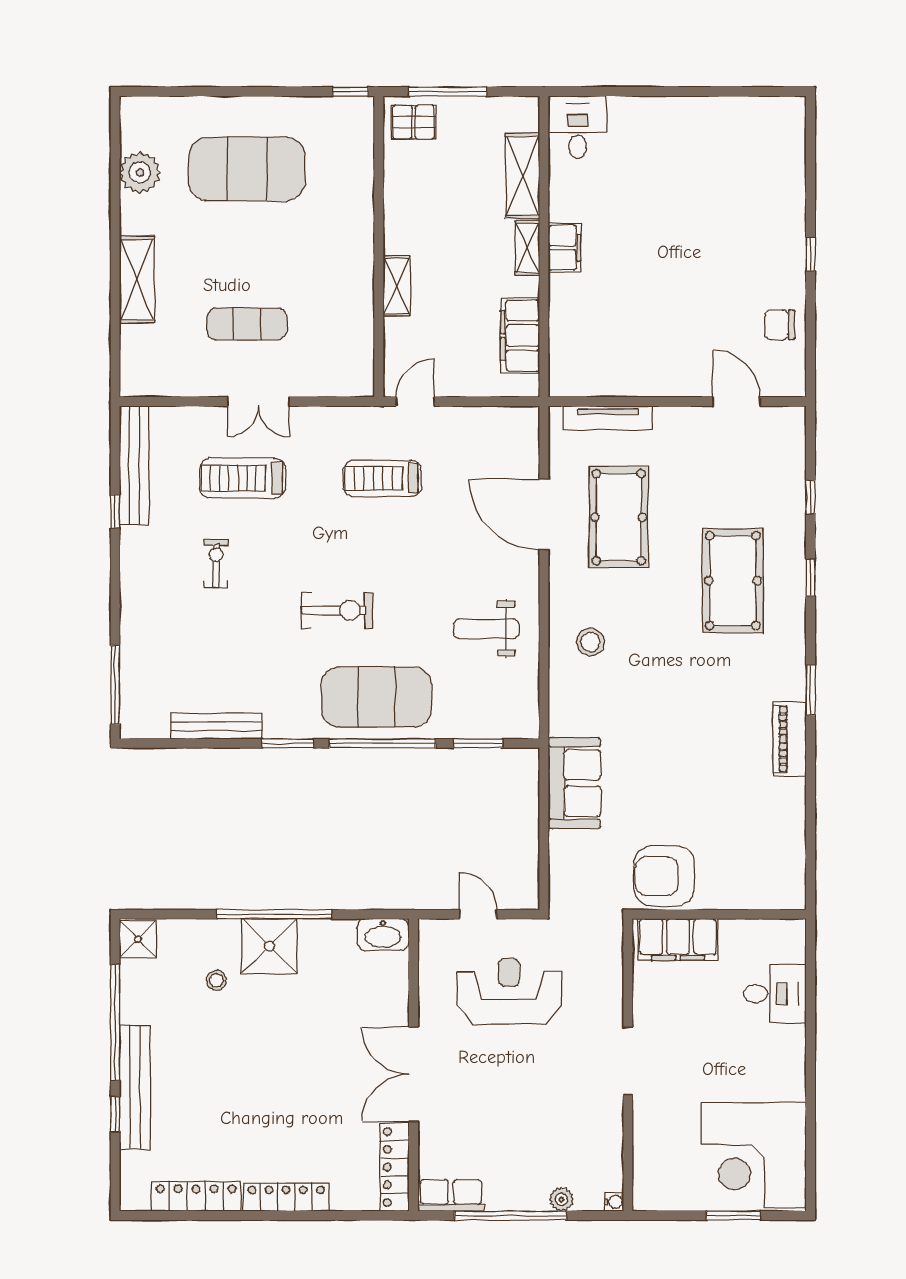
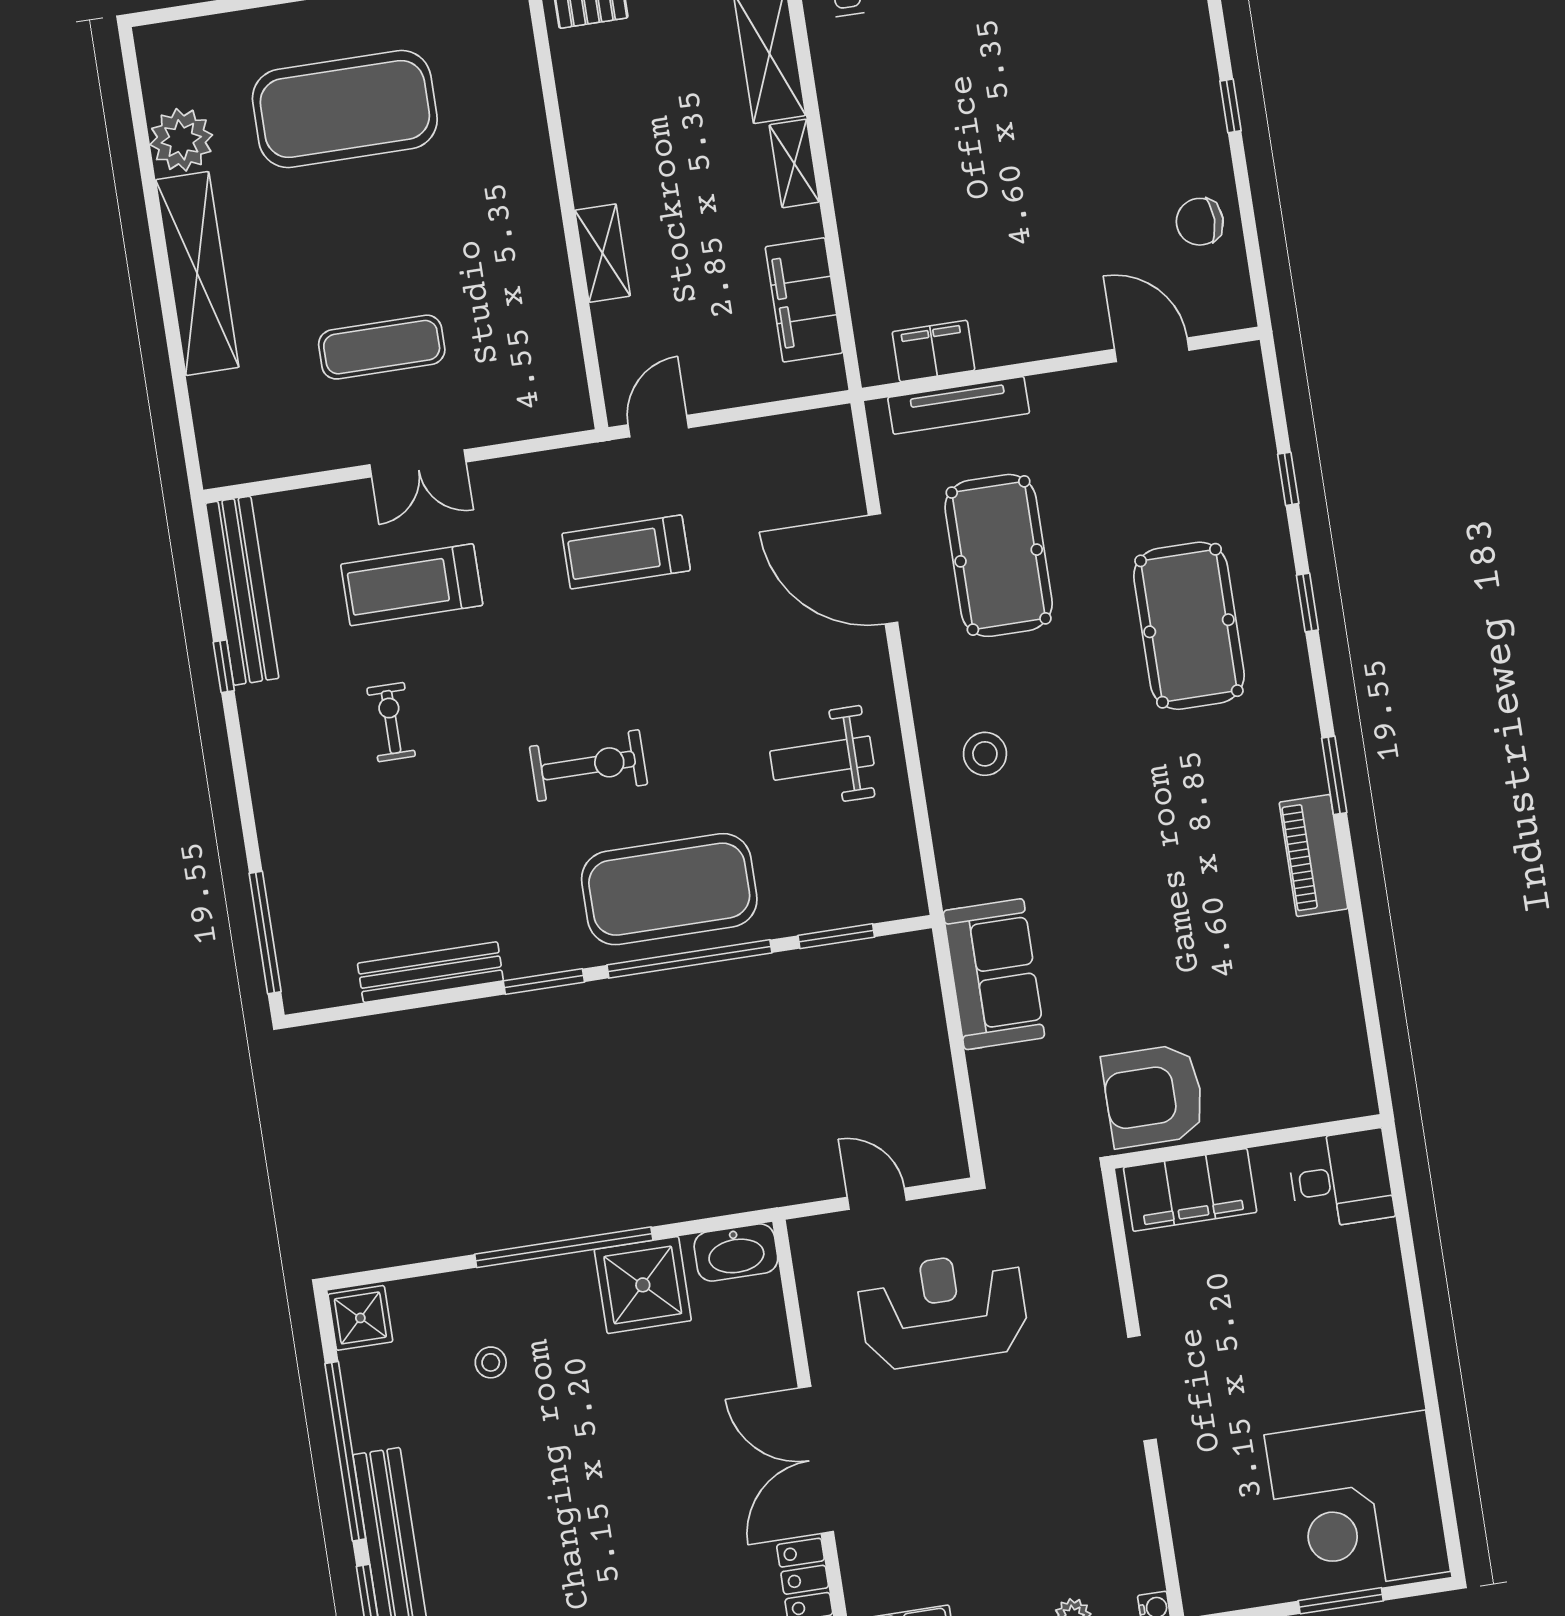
filing cabinet: (565, 248) -> (933, 351), moved, turned -90
shelving: (137, 279) -> (197, 273), width x1.47
shower: (269, 946) -> (643, 1285), moved
desk: (775, 994) -> (1341, 1179), moved

